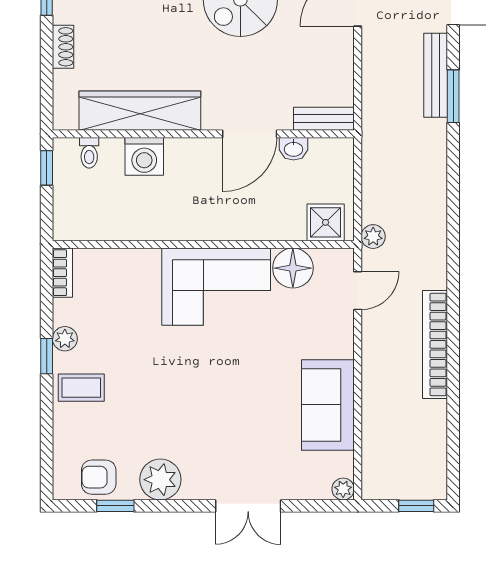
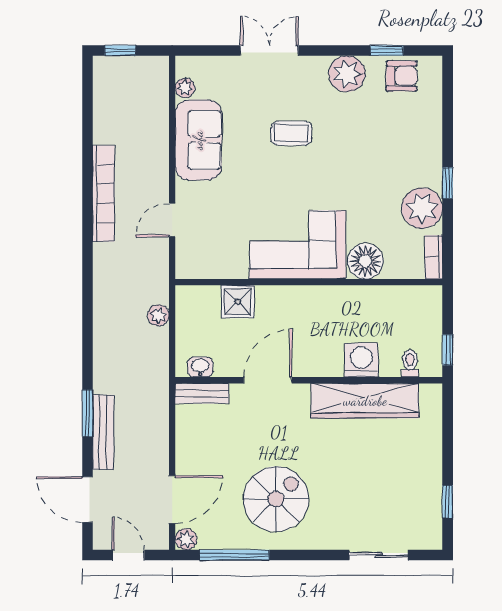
shoe rack: (63, 47) -> (433, 457), removed
washbasin: (294, 149) -> (200, 367), moved
shower: (326, 222) -> (238, 302), moved
plant: (373, 237) -> (158, 315), moved
floor lamp: (293, 268) -> (366, 261), moved
door: (358, 291) -> (172, 220), moved
plant: (65, 339) -> (422, 208), width x1.88, depth x1.88
coffee table: (81, 388) -> (291, 133), moved
plant: (343, 489) -> (185, 88), moved

